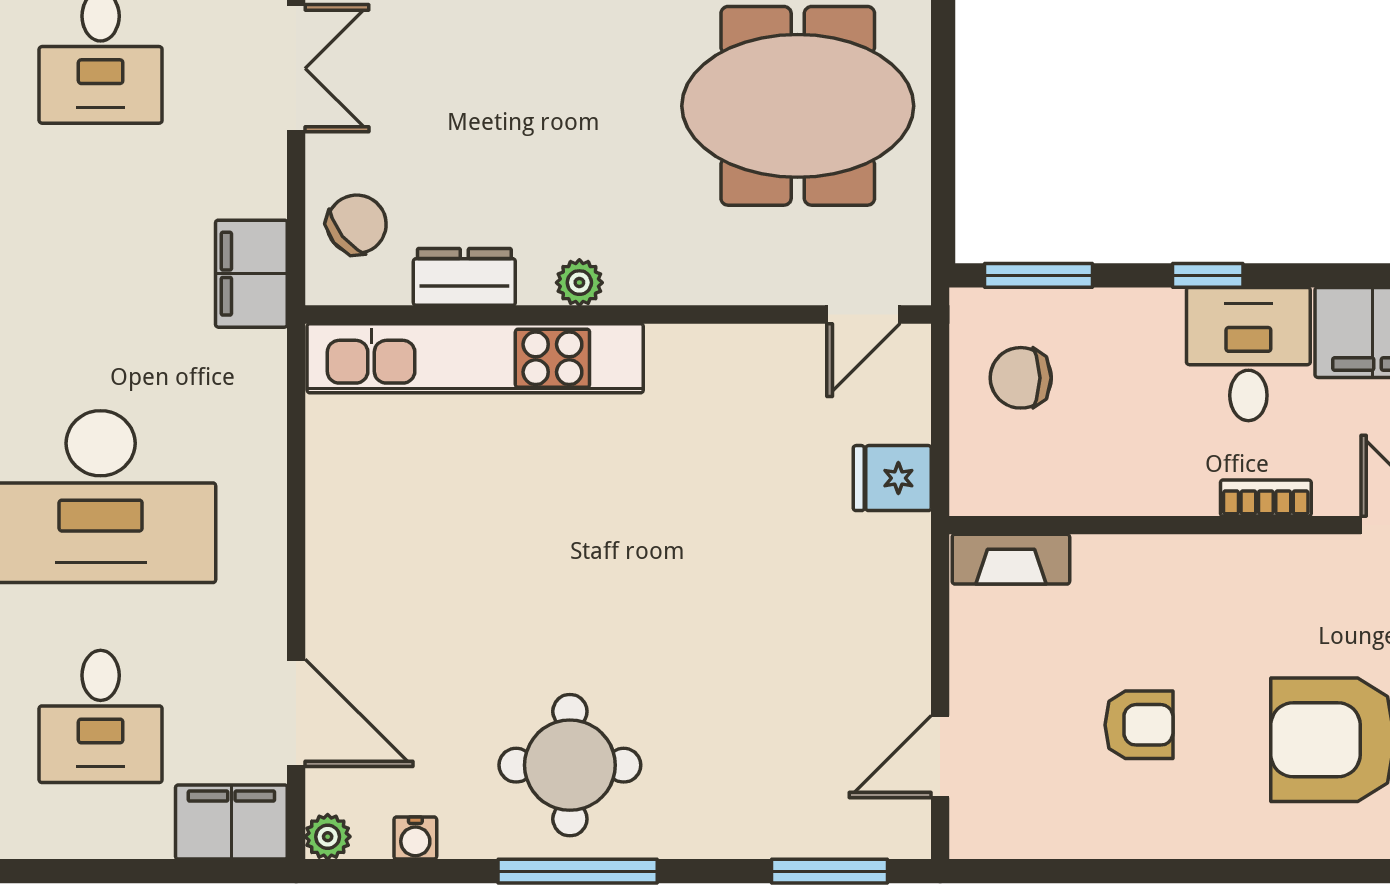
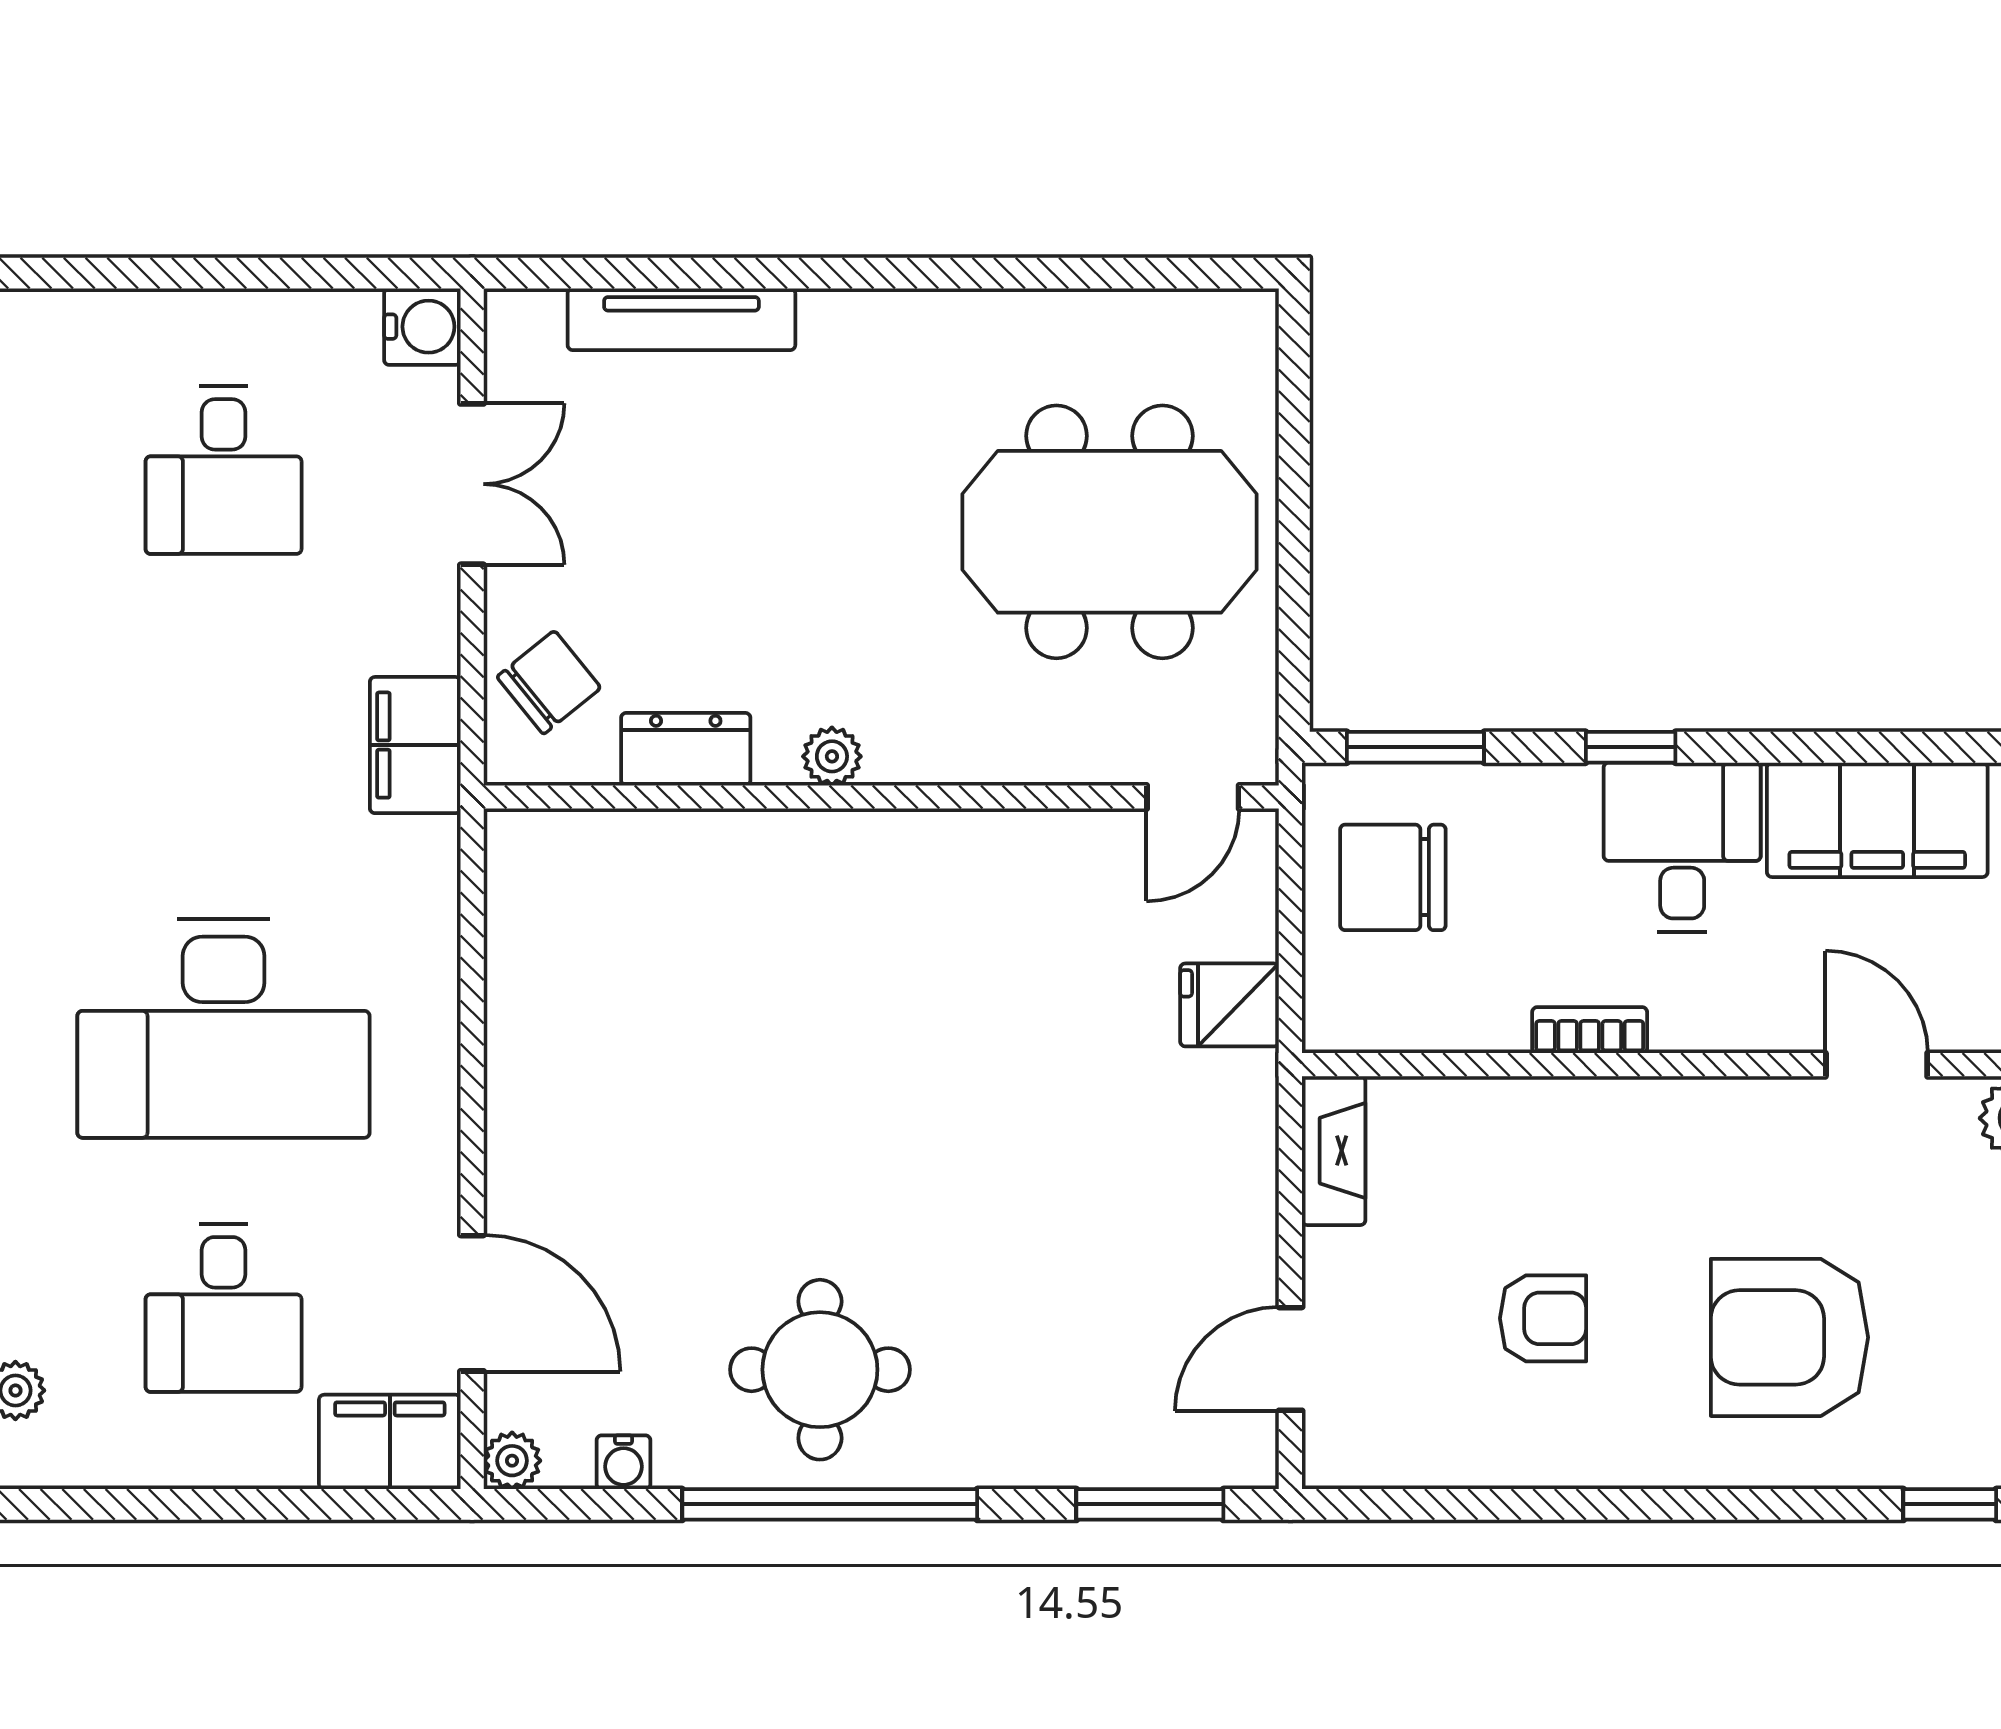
kitchen unit: (475, 358) -> (700, 853), removed
chair: (1021, 378) -> (1393, 877), width x1.37, depth x1.37
bookcase: (1266, 498) -> (1590, 1030), moved
fireplace: (1011, 559) -> (1334, 1151), moved, turned -90
window: (578, 871) -> (830, 1504), width x1.46

